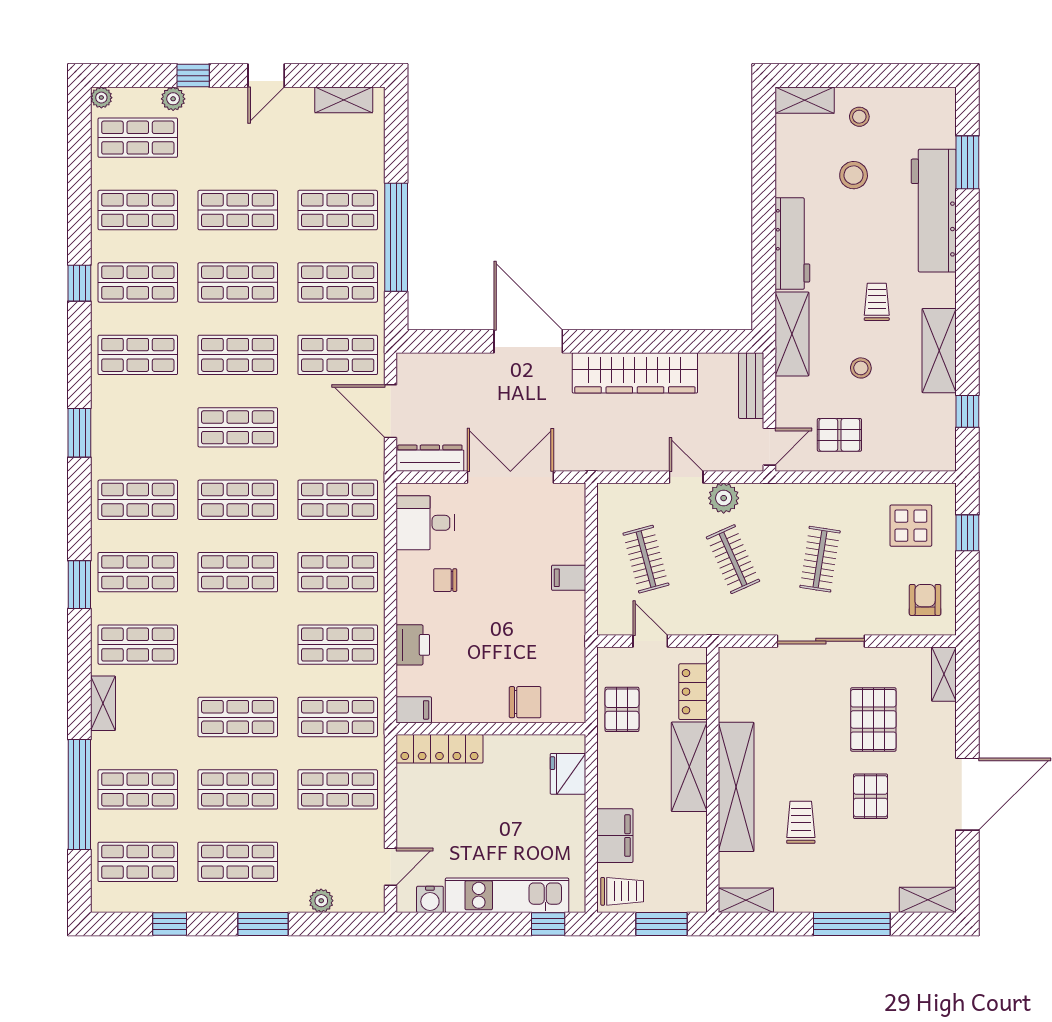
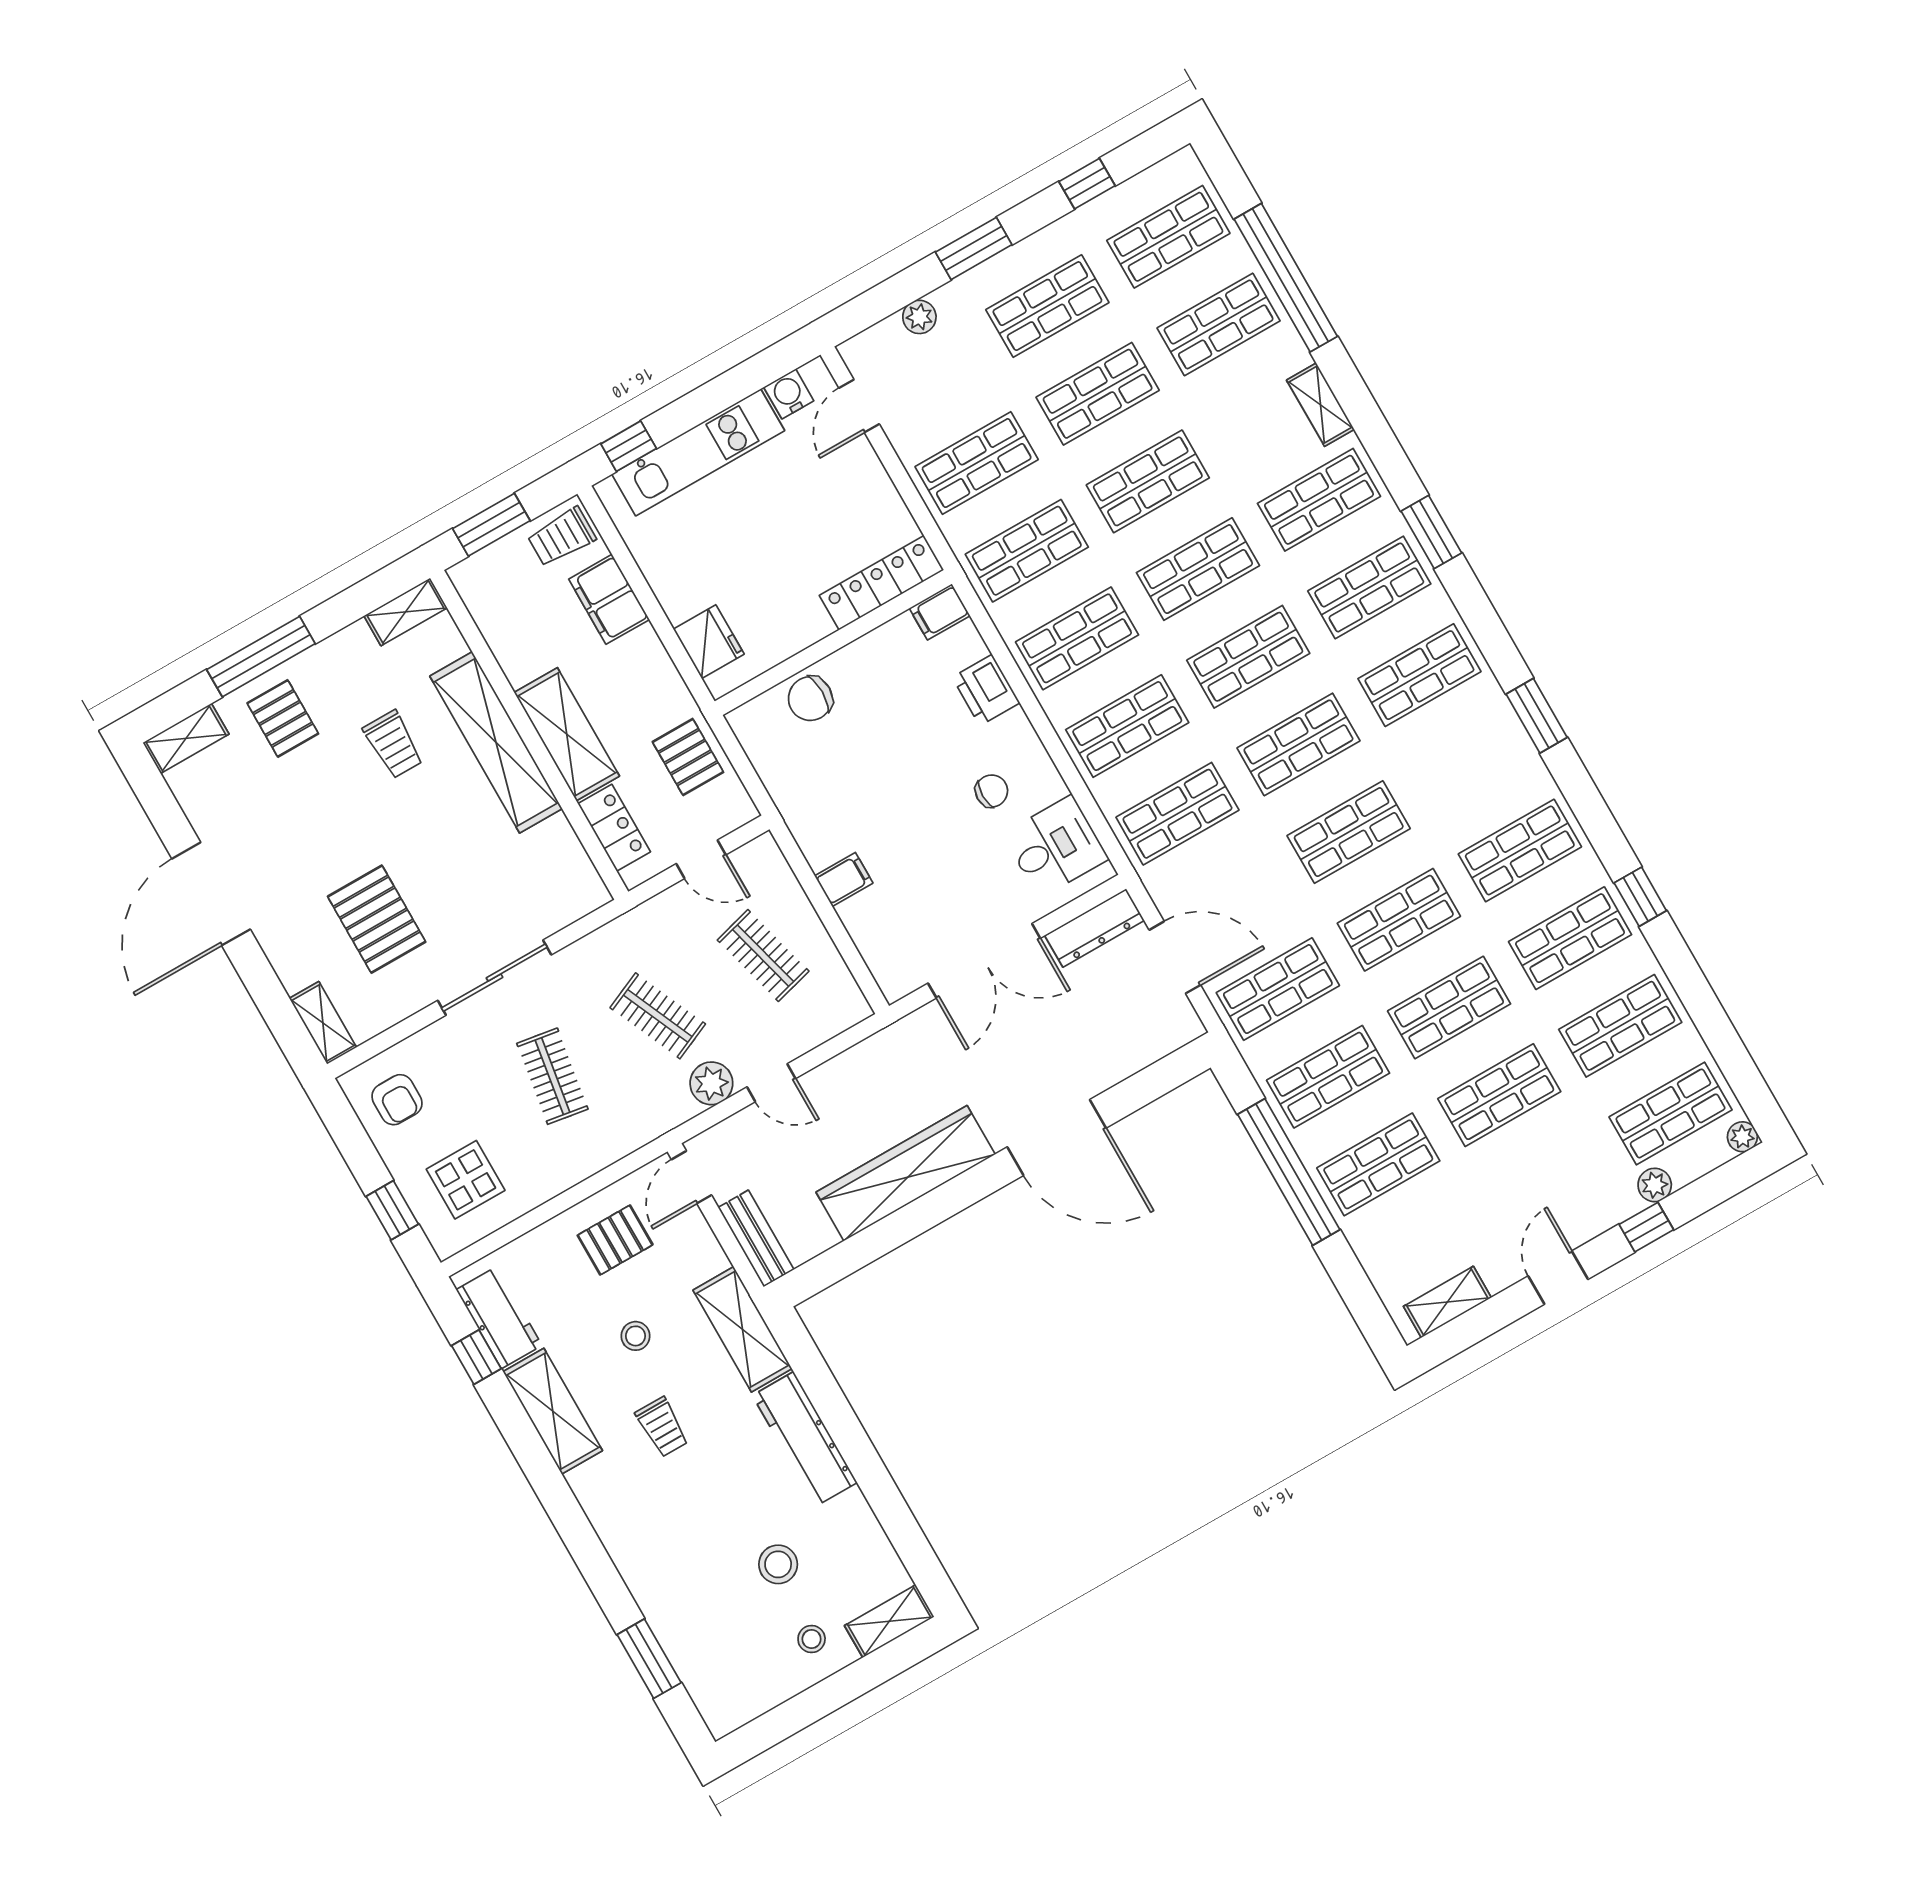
workbench: (934, 211) -> (499, 1318), moved, width x0.53, depth x0.76
shop shelf: (238, 645) -> (1198, 569), added
pallet: (871, 796) -> (283, 718), moved

